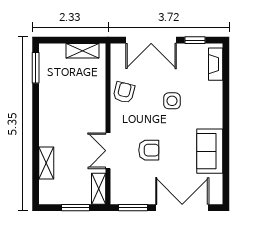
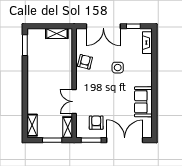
armchair: (149, 150) -> (96, 123), moved, turned -90
shelving: (46, 163) -> (32, 125), moved

